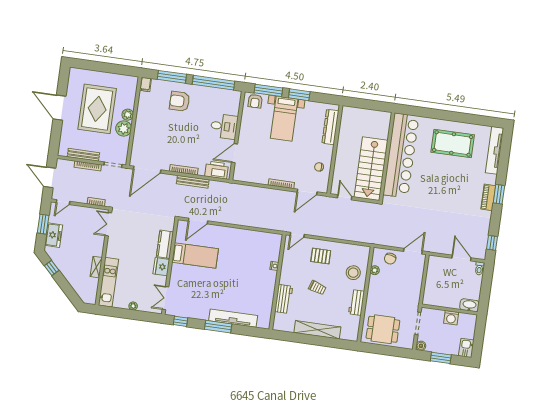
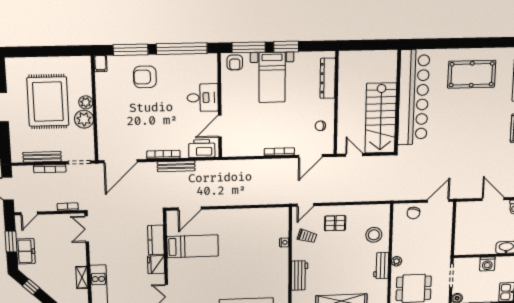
plant: (375, 270) -> (396, 261), moved
trolley: (317, 288) -> (307, 236), moved

